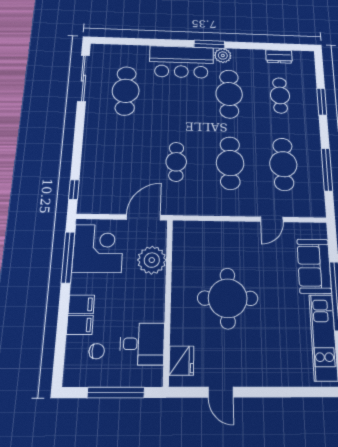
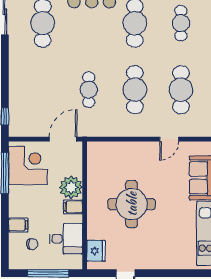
plant: (152, 260) -> (71, 187), moved
filing cabinet: (81, 304) -> (73, 207), moved, turned 180

